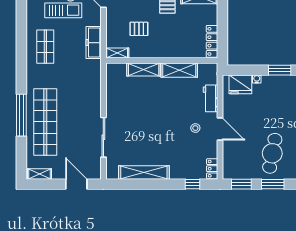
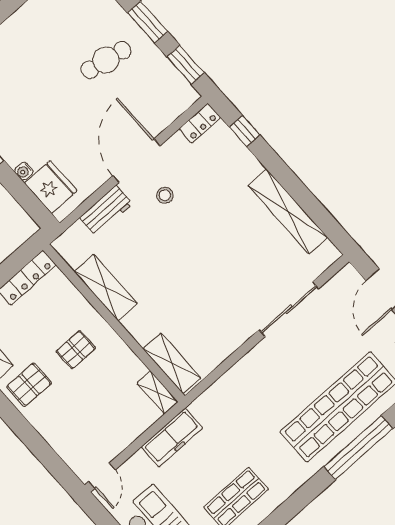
pallet: (139, 29) -> (76, 350), moved, turned 90
shelving: (144, 70) -> (172, 363), moved
door: (220, 129) -> (136, 161), width x1.36
cafe table: (272, 153) -> (106, 60), width x0.73, depth x0.74

